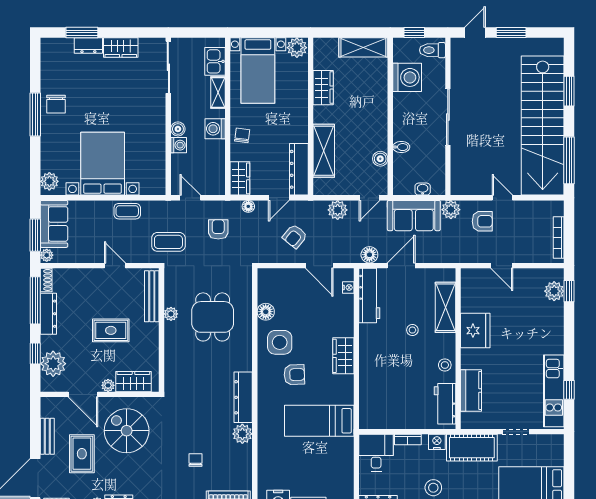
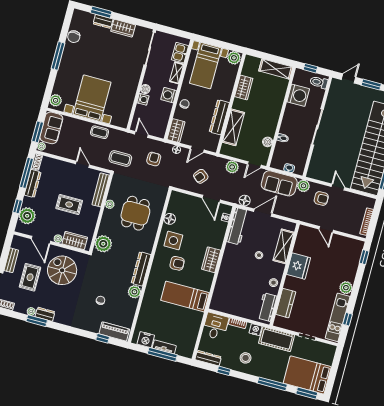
chair: (56, 104) -> (74, 37), moved
dresser: (299, 169) -> (219, 117), moved
plant: (554, 291) -> (346, 288), moved
plant: (177, 375) -> (103, 244), added

